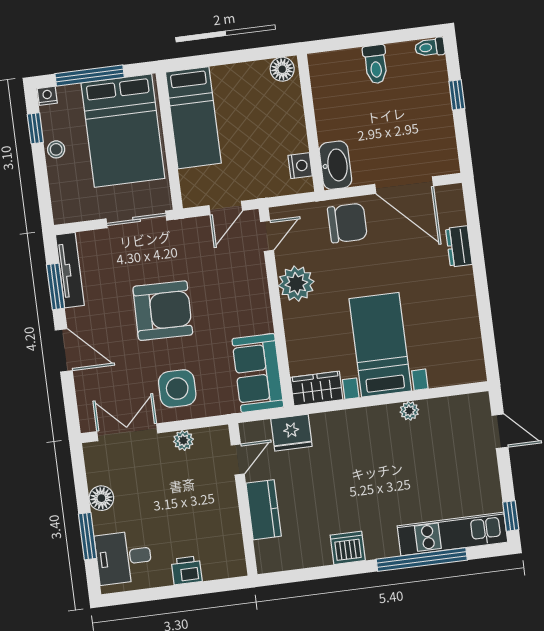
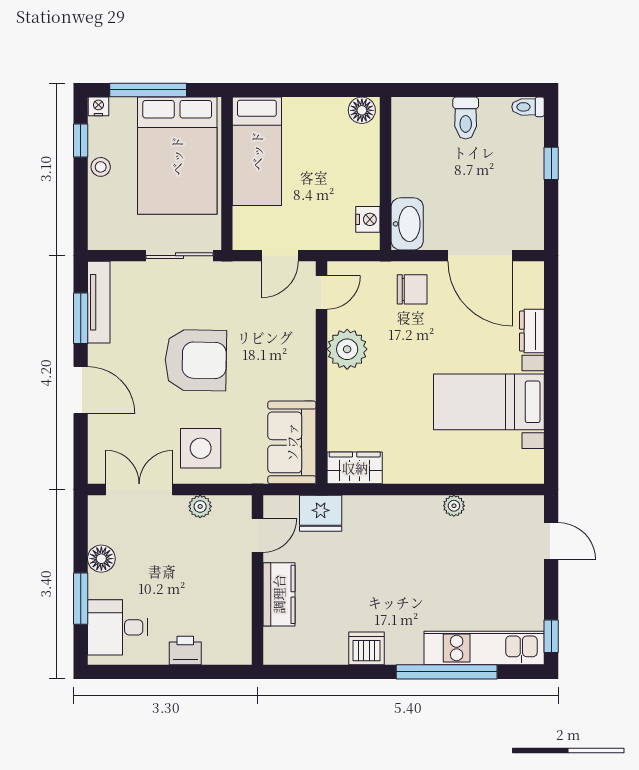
chair: (347, 223) -> (412, 289), width x0.73, depth x0.73
bed with nightstands: (380, 345) -> (489, 402), moved, turned -90

